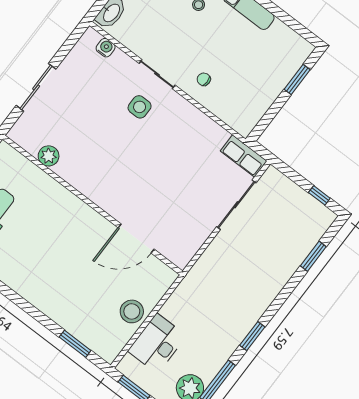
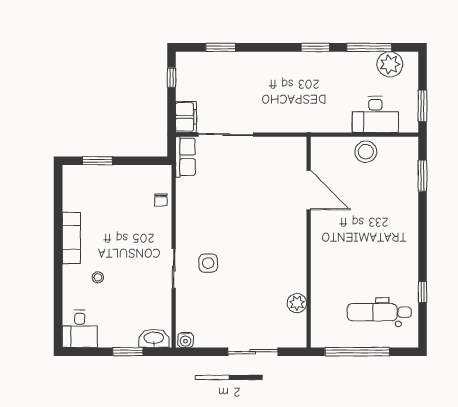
water cooler: (106, 48) -> (186, 340), moved, turned -90
chair: (204, 79) -> (161, 200), moved
filing cabinet: (277, 182) -> (186, 117), added

